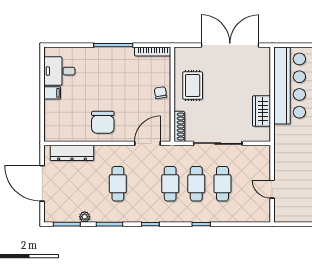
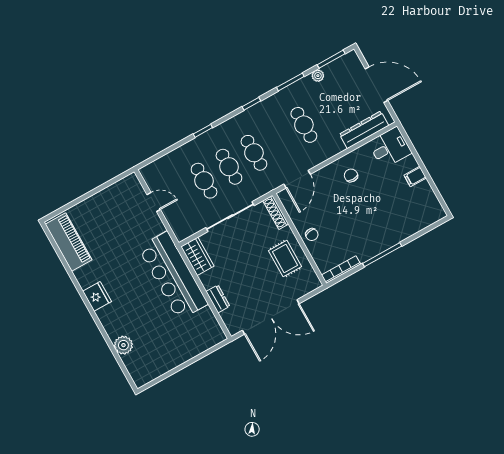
desk: (59, 71) -> (390, 148), moved
dresser: (264, 83) -> (218, 299), added
bar counter: (290, 86) -> (173, 276), moved
wardrobe: (261, 111) -> (197, 256), moved
chair: (103, 122) -> (351, 175), width x0.54, depth x0.54

